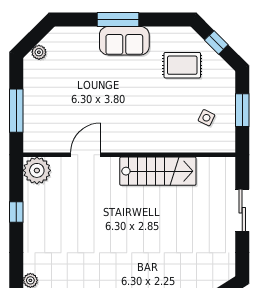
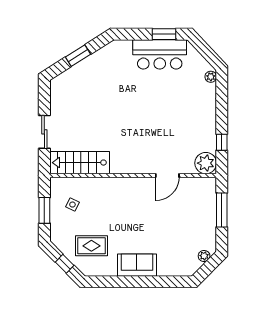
window: (118, 19) -> (142, 282), removed
stairs: (158, 171) -> (80, 163), moved
window: (16, 212) -> (222, 142), moved

